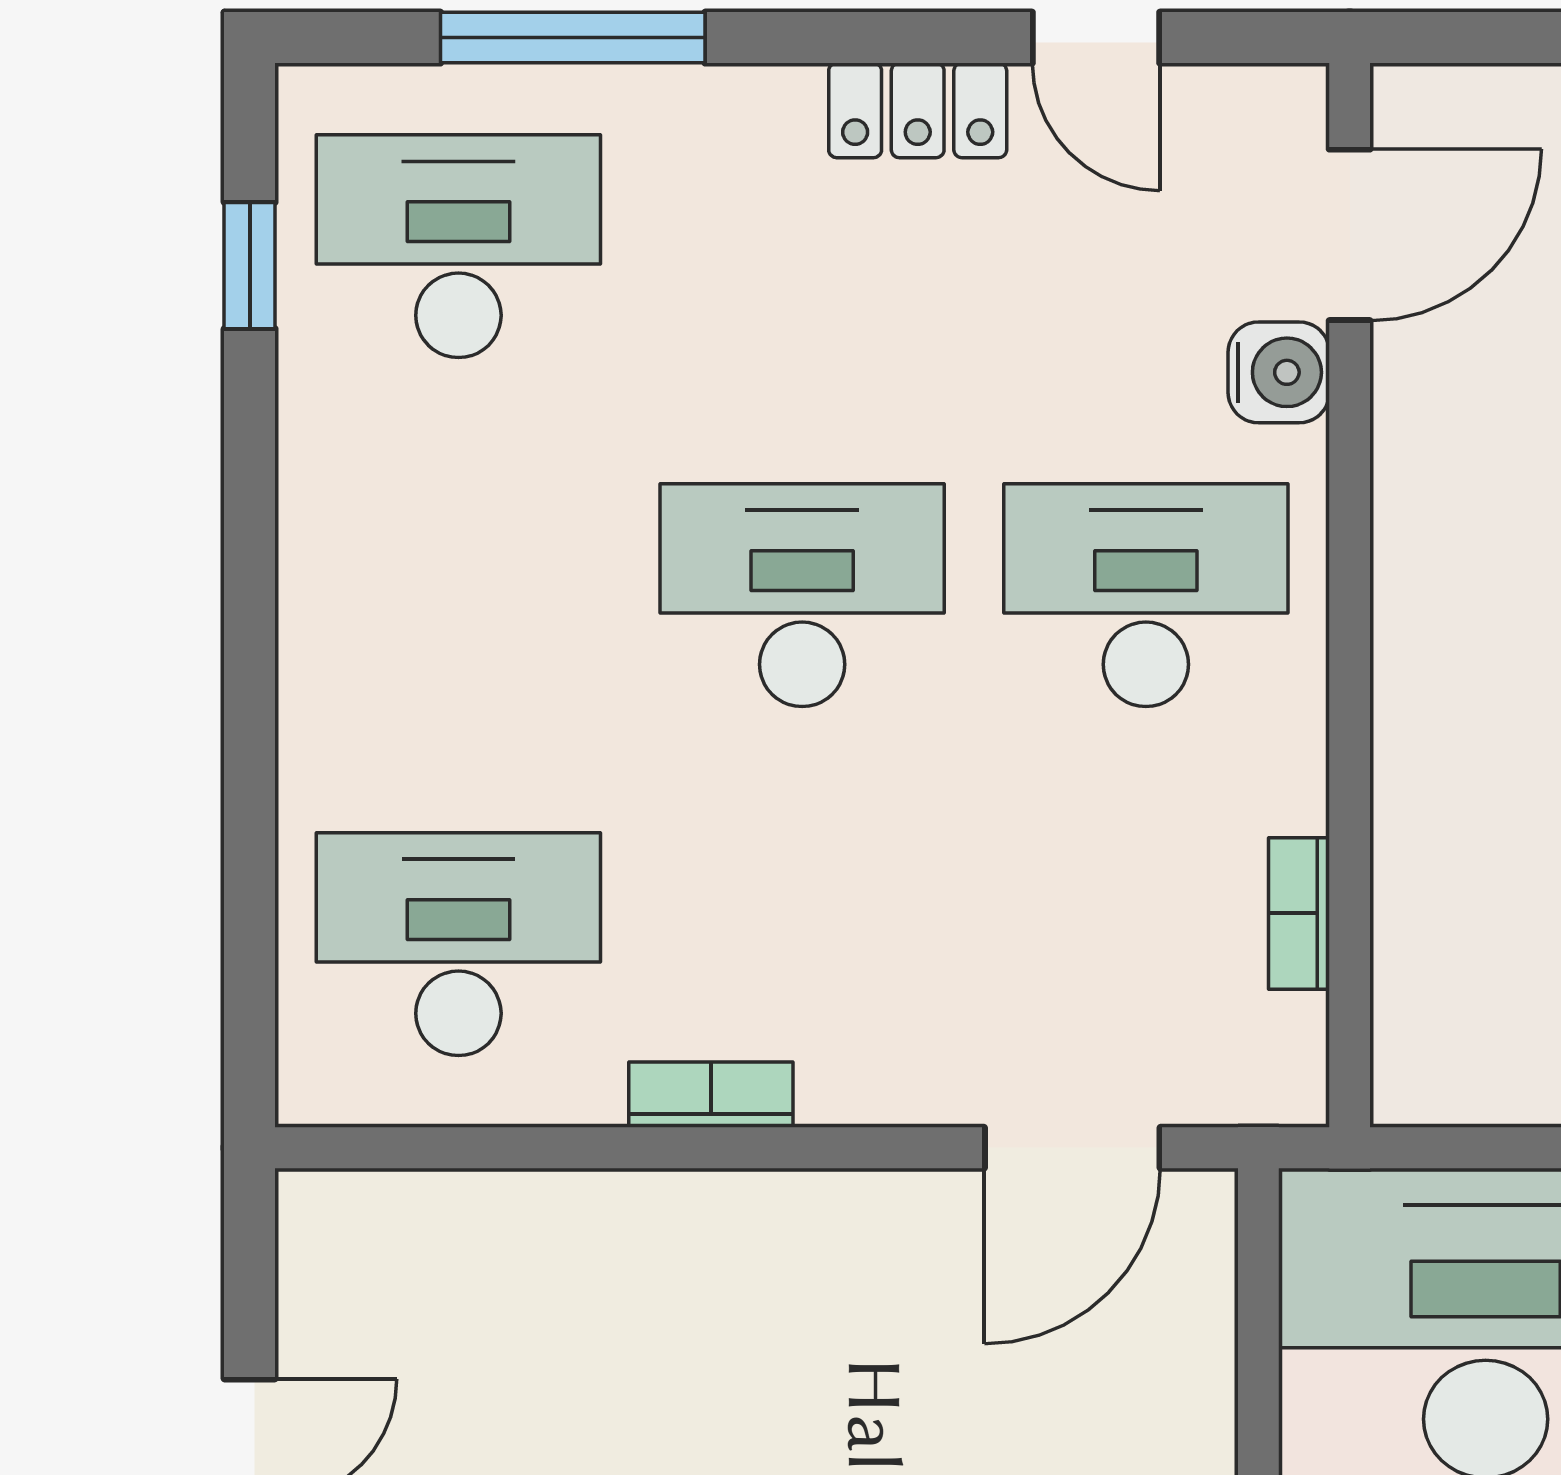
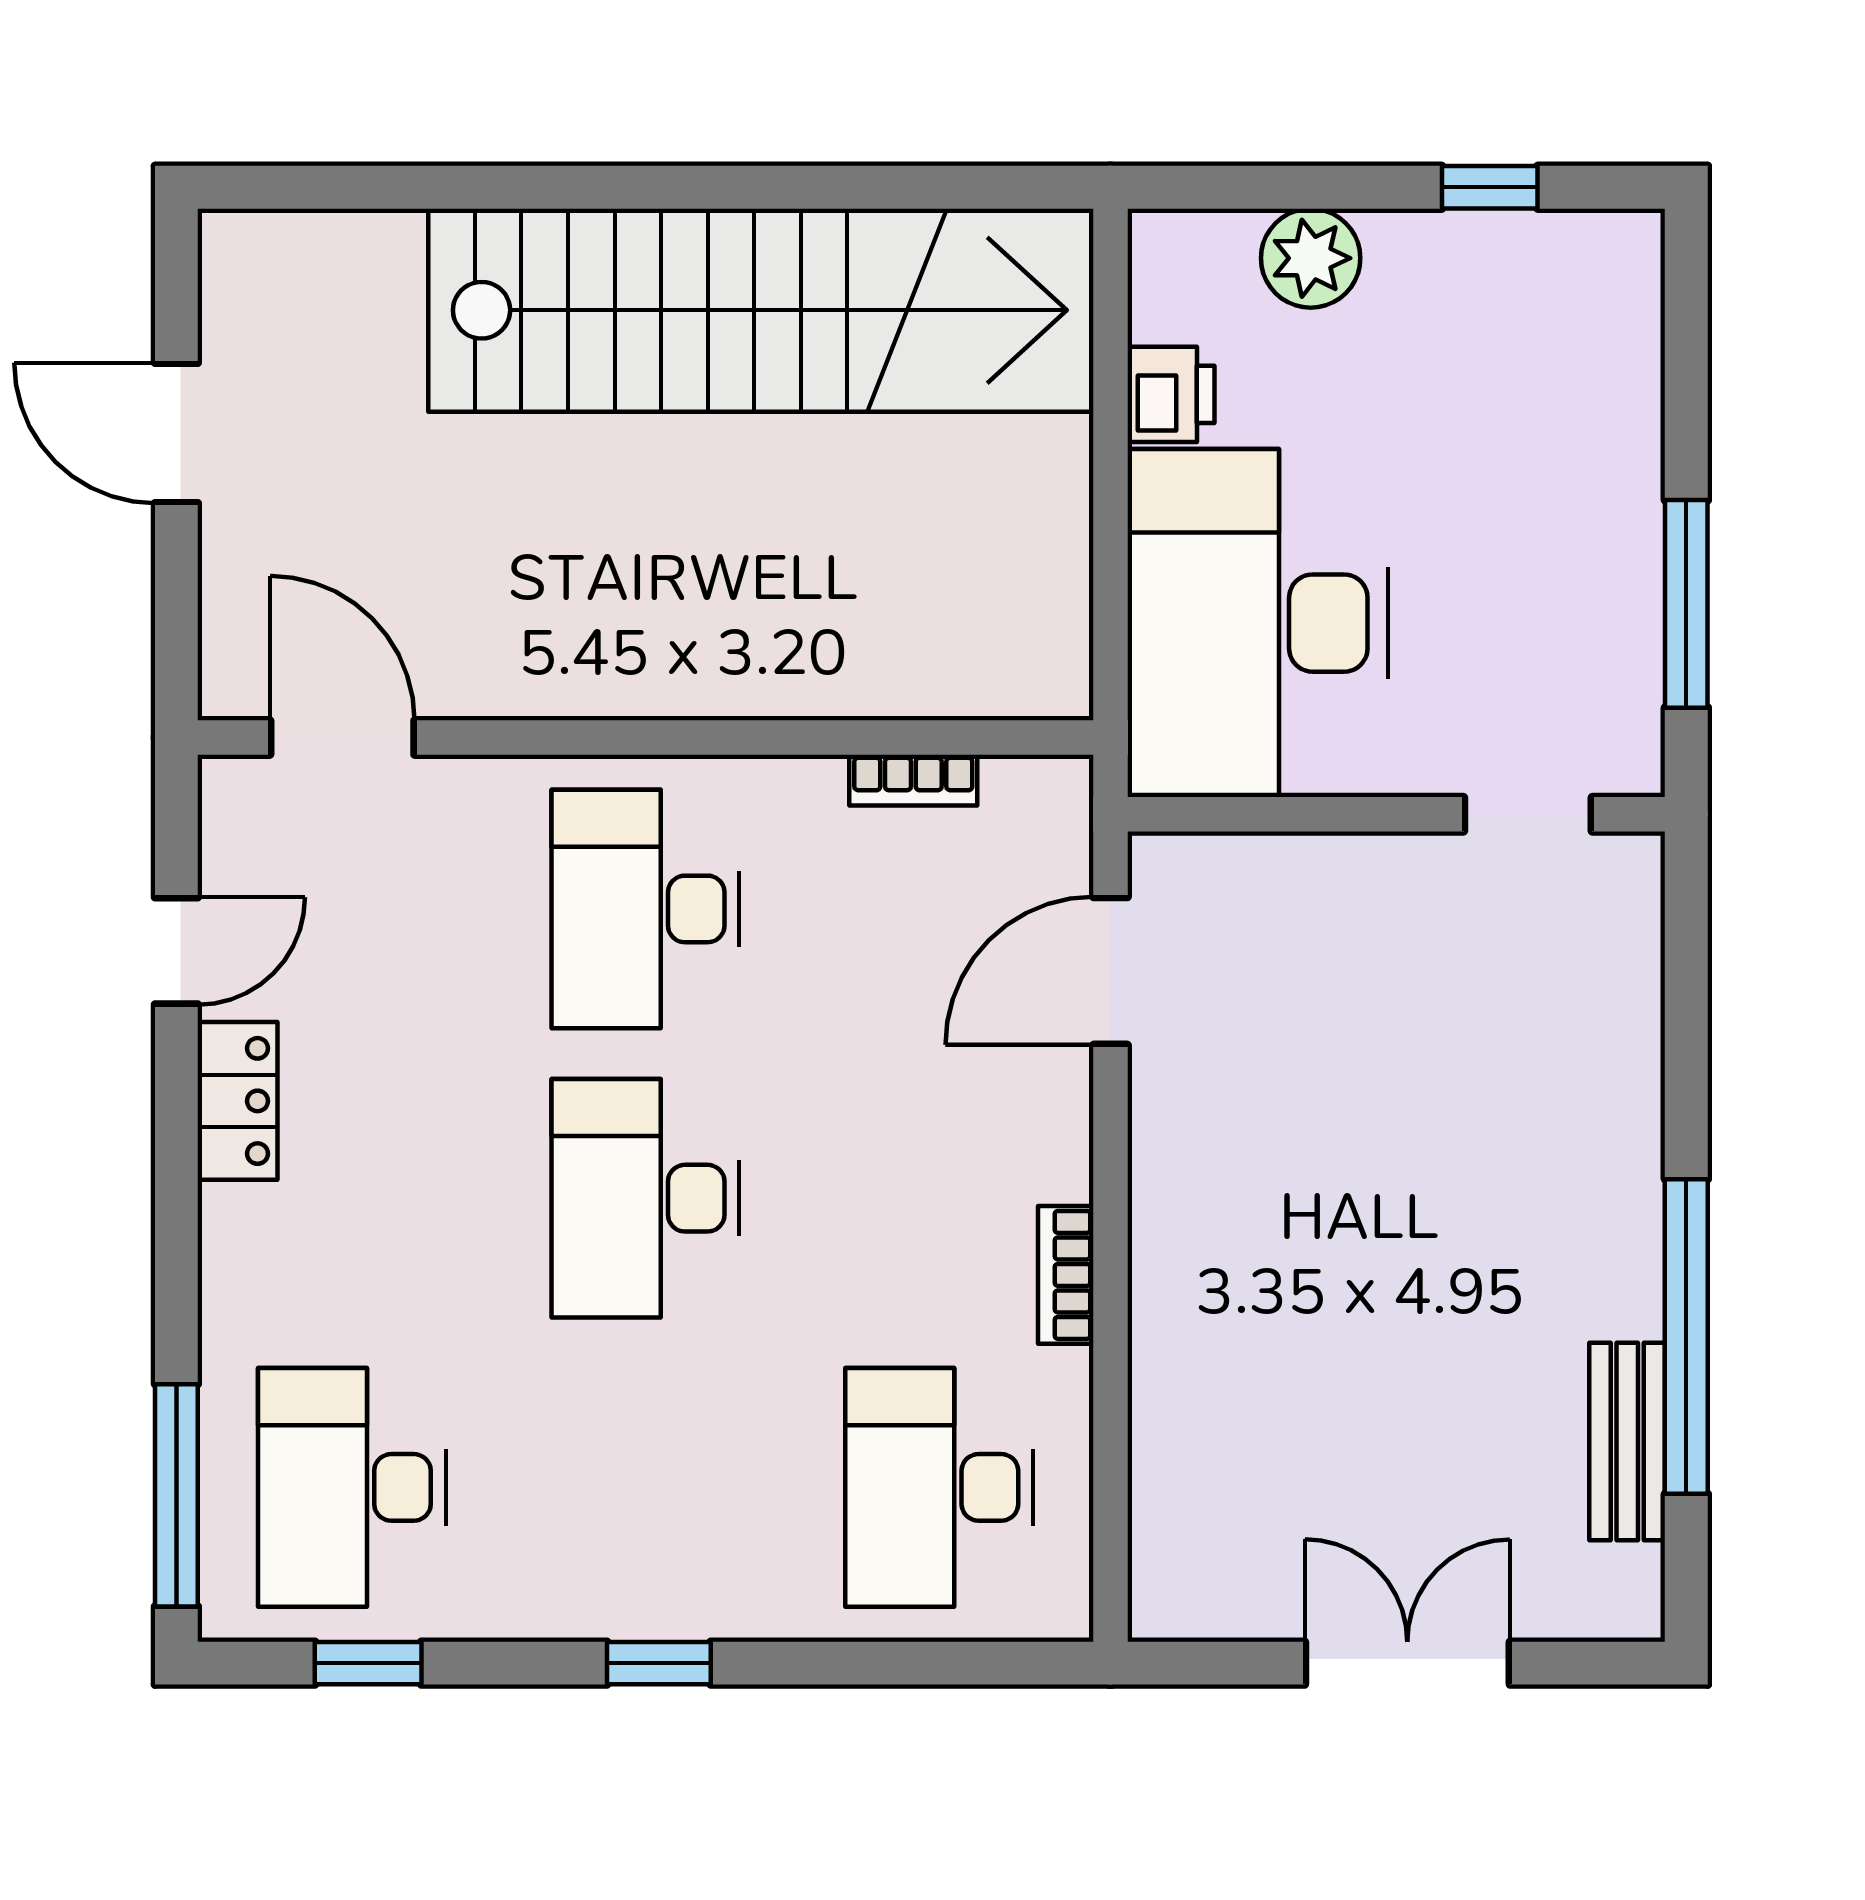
window: (573, 38) -> (176, 1495), moved
water cooler: (1279, 372) -> (458, 797), removed
window: (250, 611) -> (659, 1663), added
door: (1072, 1148) -> (1110, 971), swing flipped

